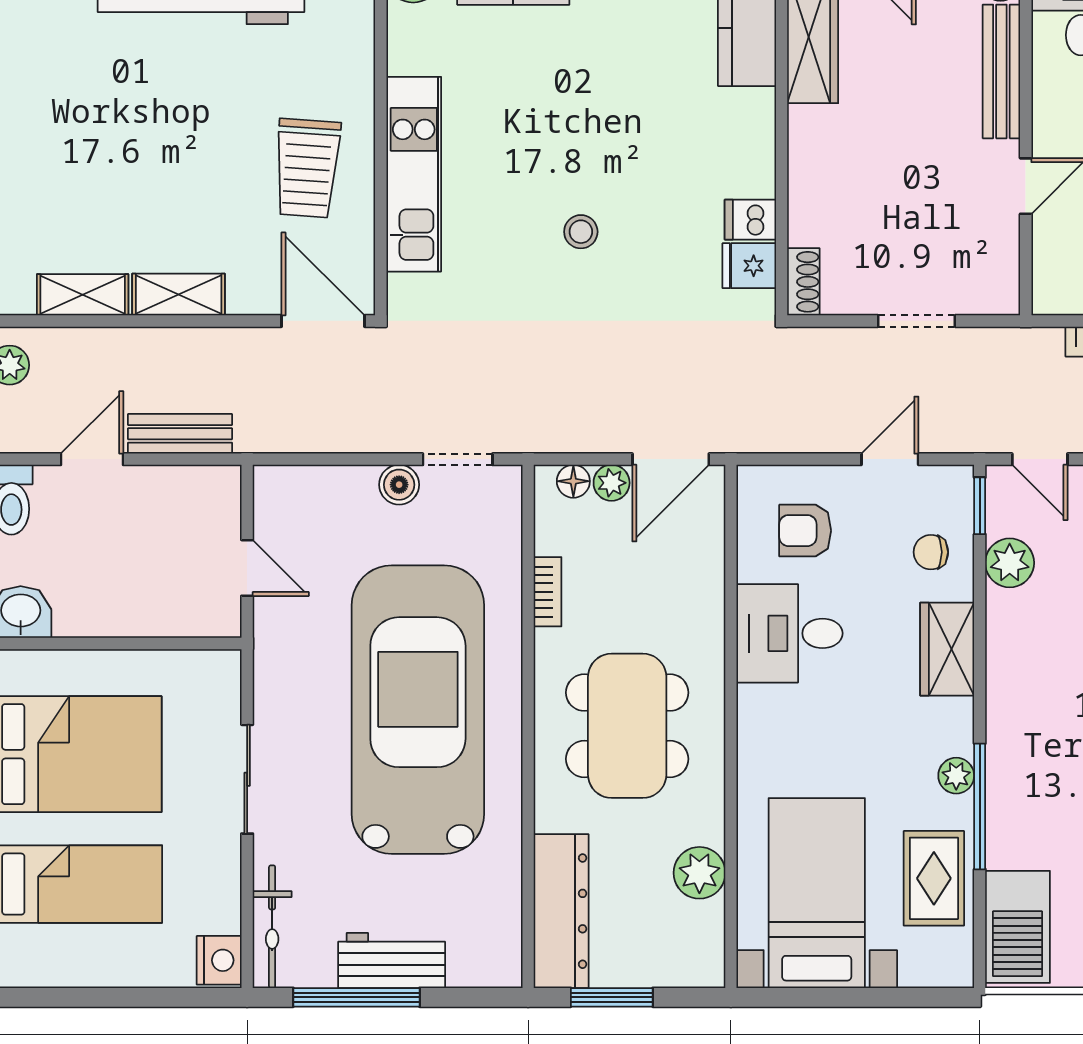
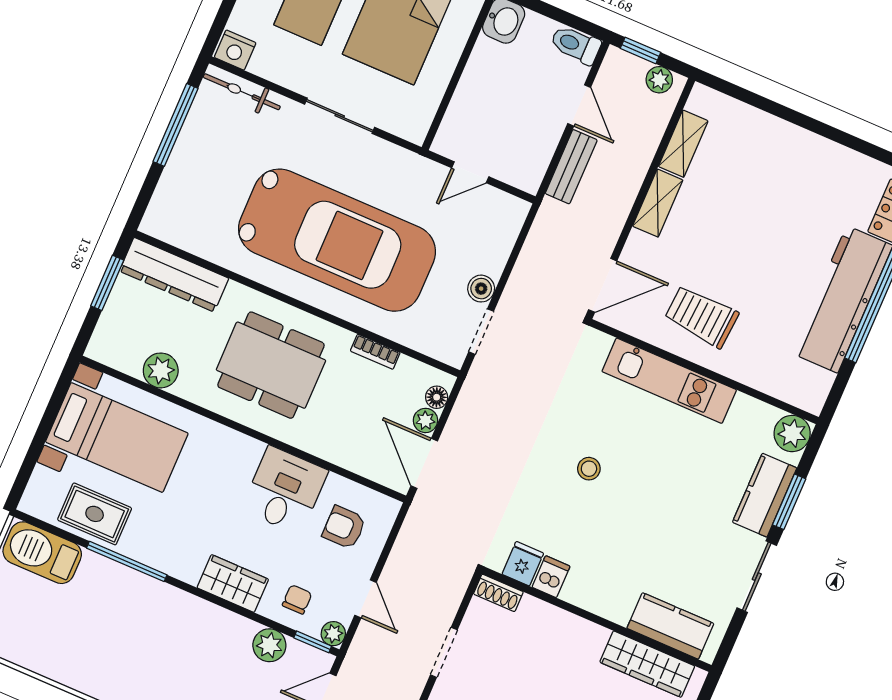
armchair: (805, 531) -> (344, 527), turned -90
plant: (956, 776) -> (333, 634), moved
workbench: (392, 960) -> (189, 157), removed

